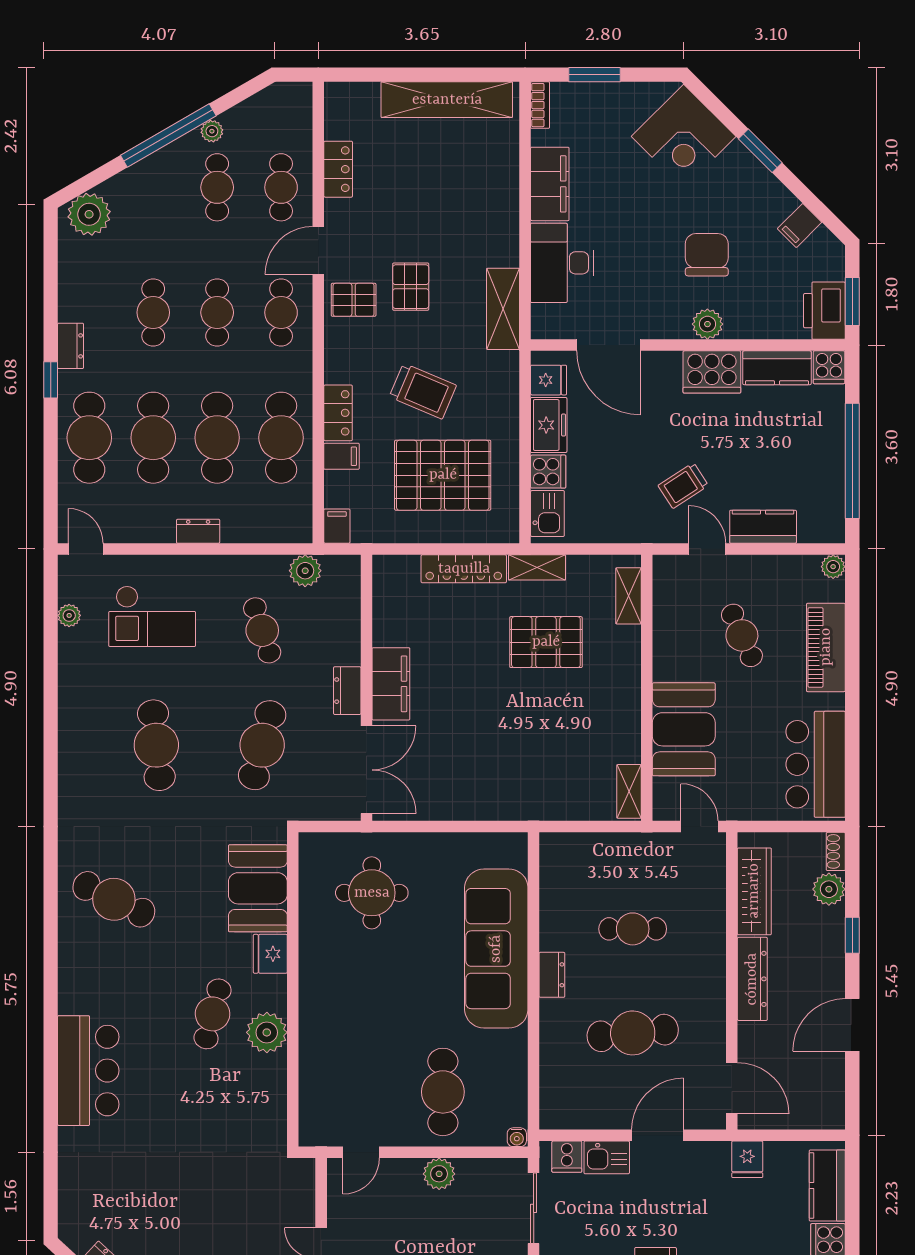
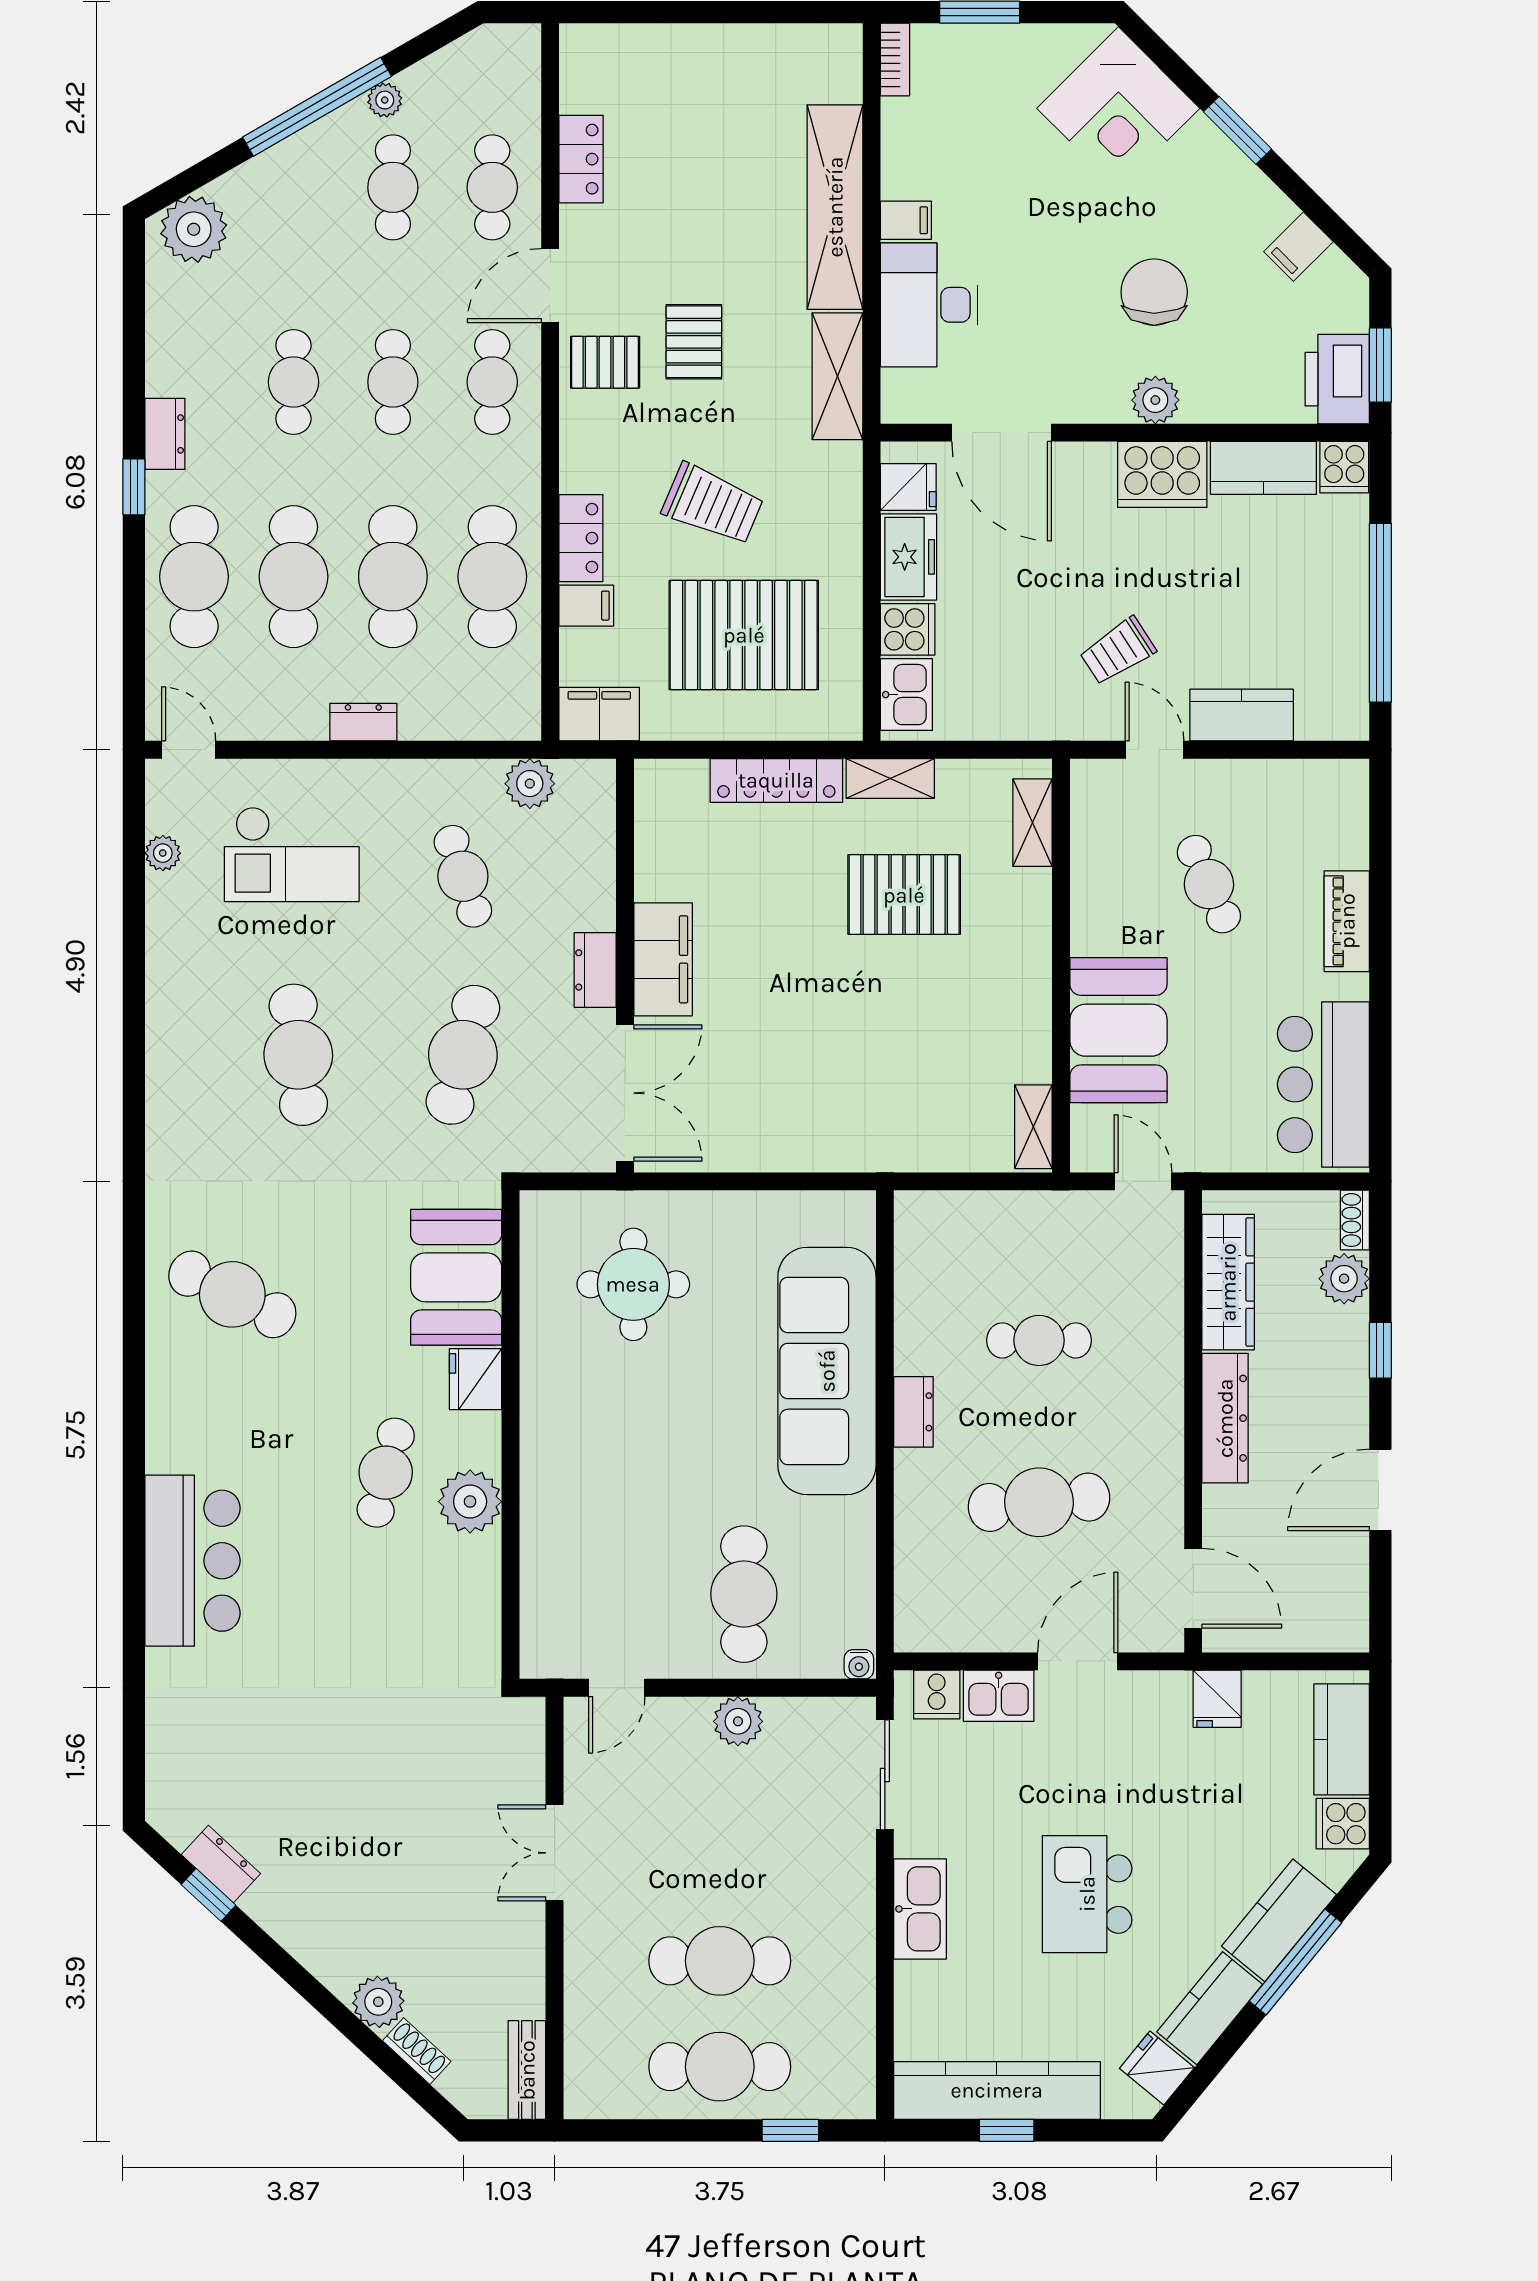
shelving: (447, 100) -> (835, 207), moved, turned 90
filing cabinet: (550, 184) -> (906, 220), width x0.33, depth x0.86
filing cabinet: (337, 526) -> (599, 714), width x2.00
plant: (833, 567) -> (1351, 777), removed
piano: (826, 647) -> (1347, 921), width x0.73, depth x0.75

